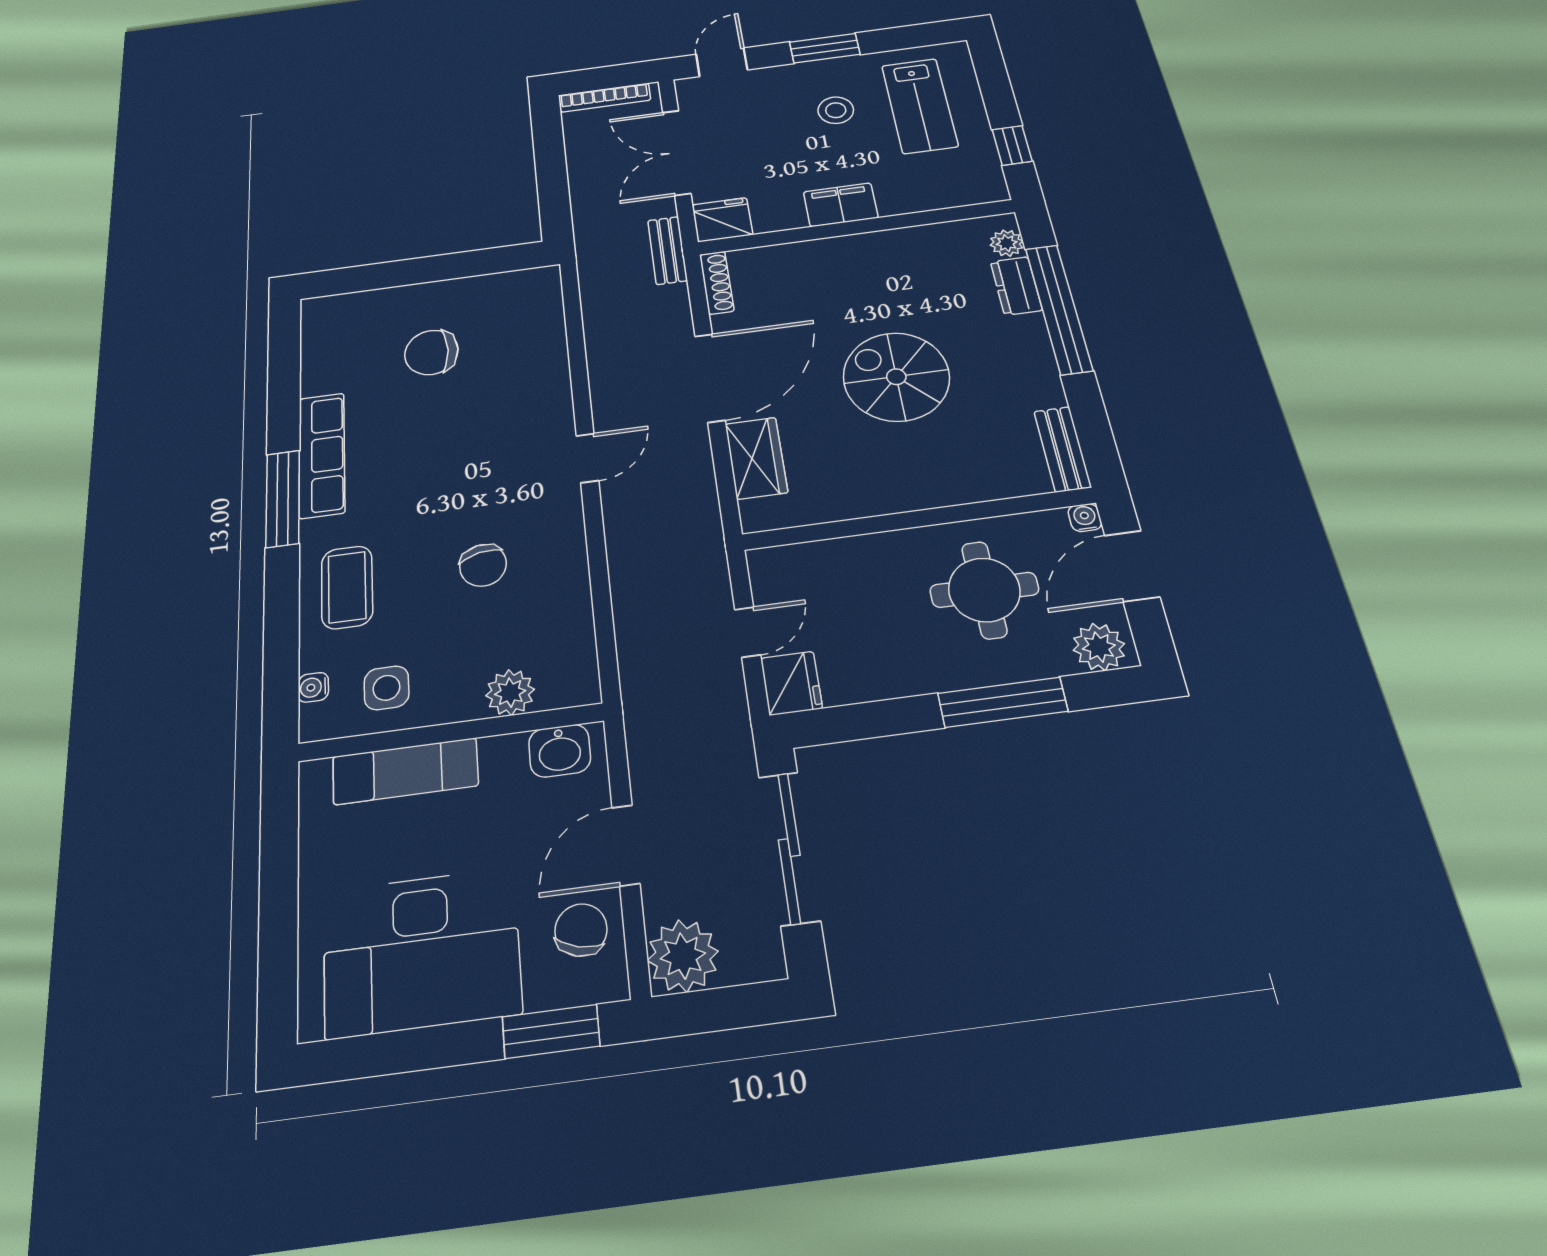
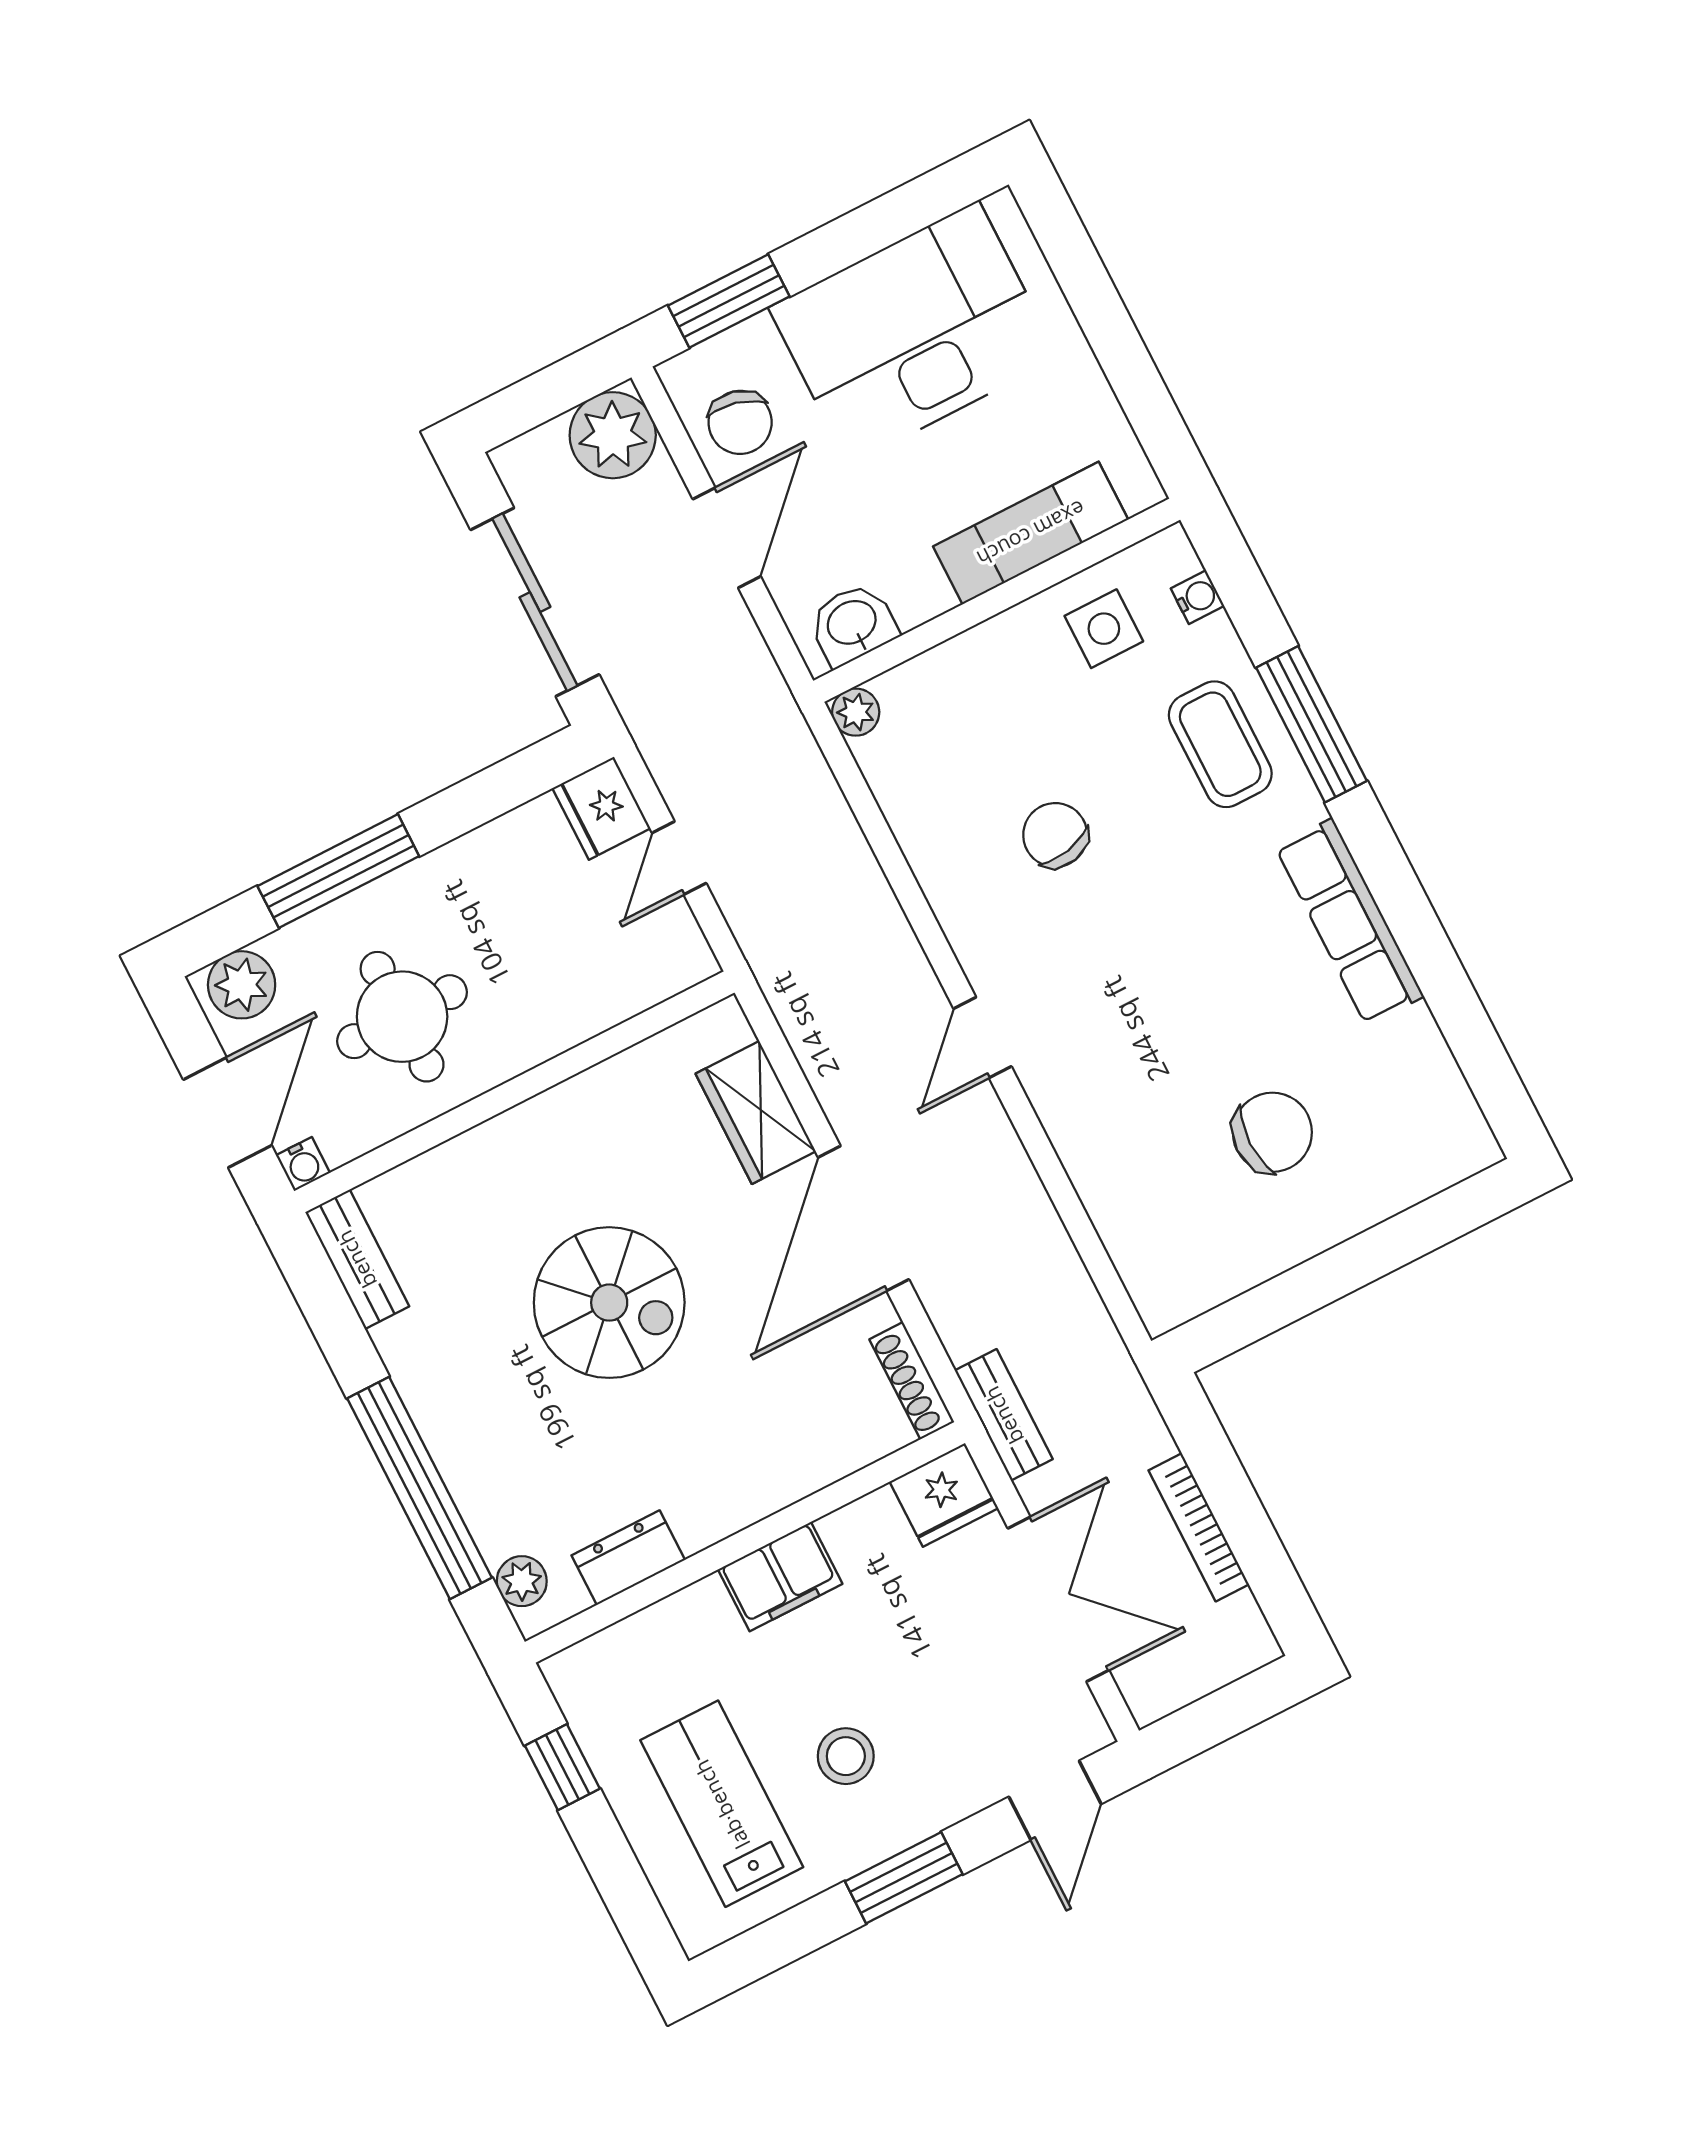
bookcase: (604, 98) -> (1199, 1527), moved, turned -90
dresser: (1016, 286) -> (628, 1558), moved, turned -90
window: (283, 498) -> (1311, 724), moved
plant: (510, 693) -> (856, 712), moved, width x0.73, depth x0.73

